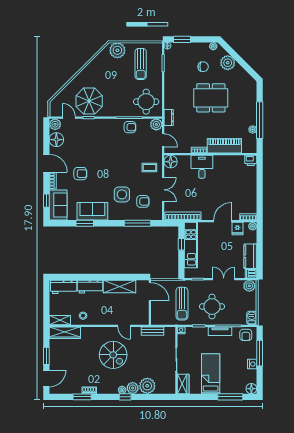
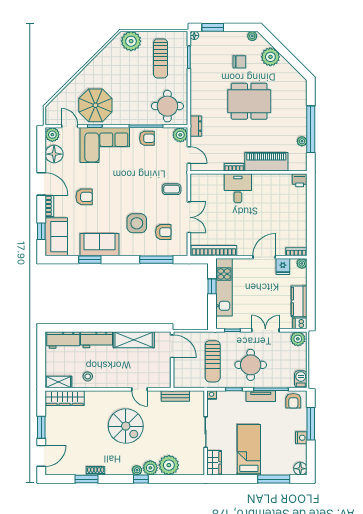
corner sofa: (97, 133) -> (105, 145), added
floor lamp: (171, 162) -> (198, 182), removed

